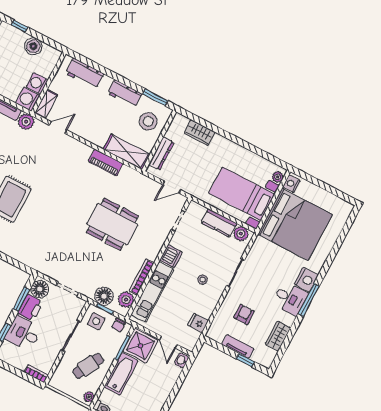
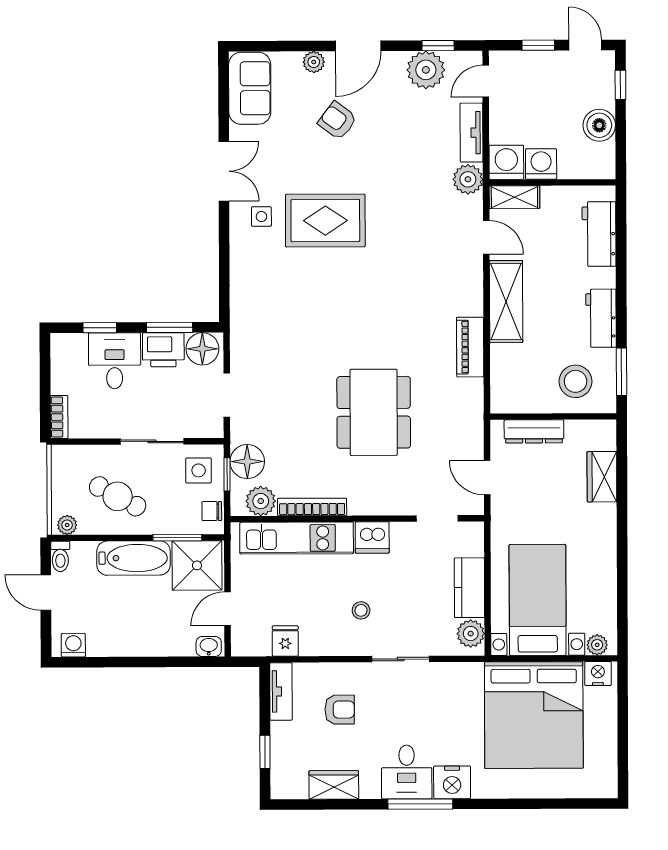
shelving: (127, 152) -> (506, 302), moved
tv unit: (238, 347) -> (281, 691), moved

